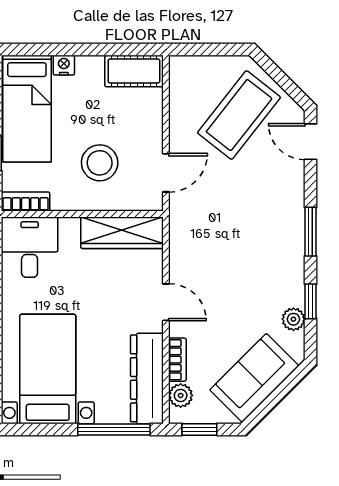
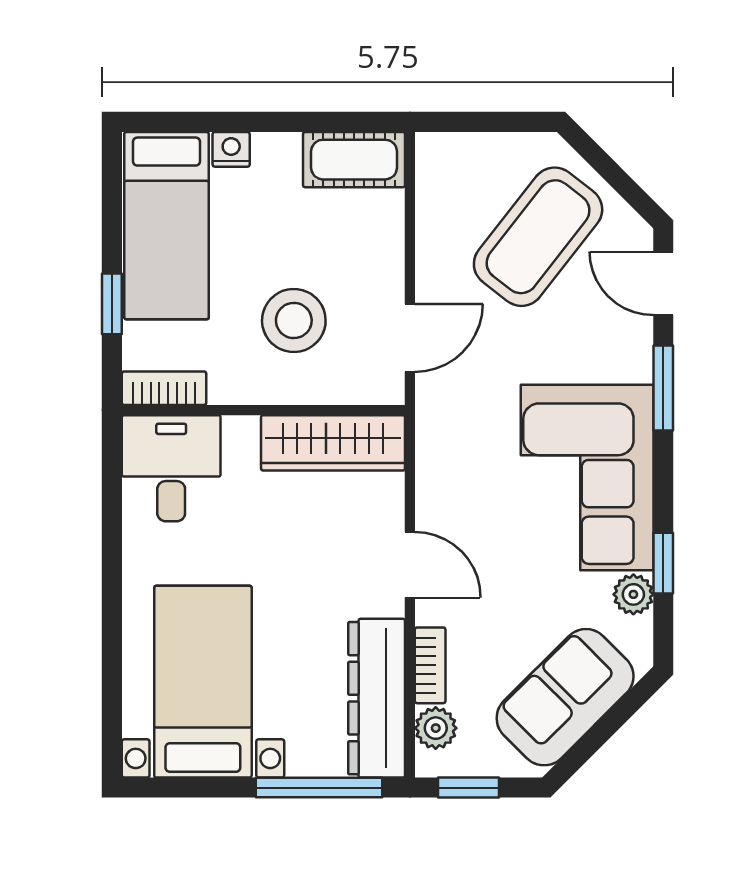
window: (311, 232) -> (663, 388), moved
corner sofa: (267, 253) -> (587, 478), added

